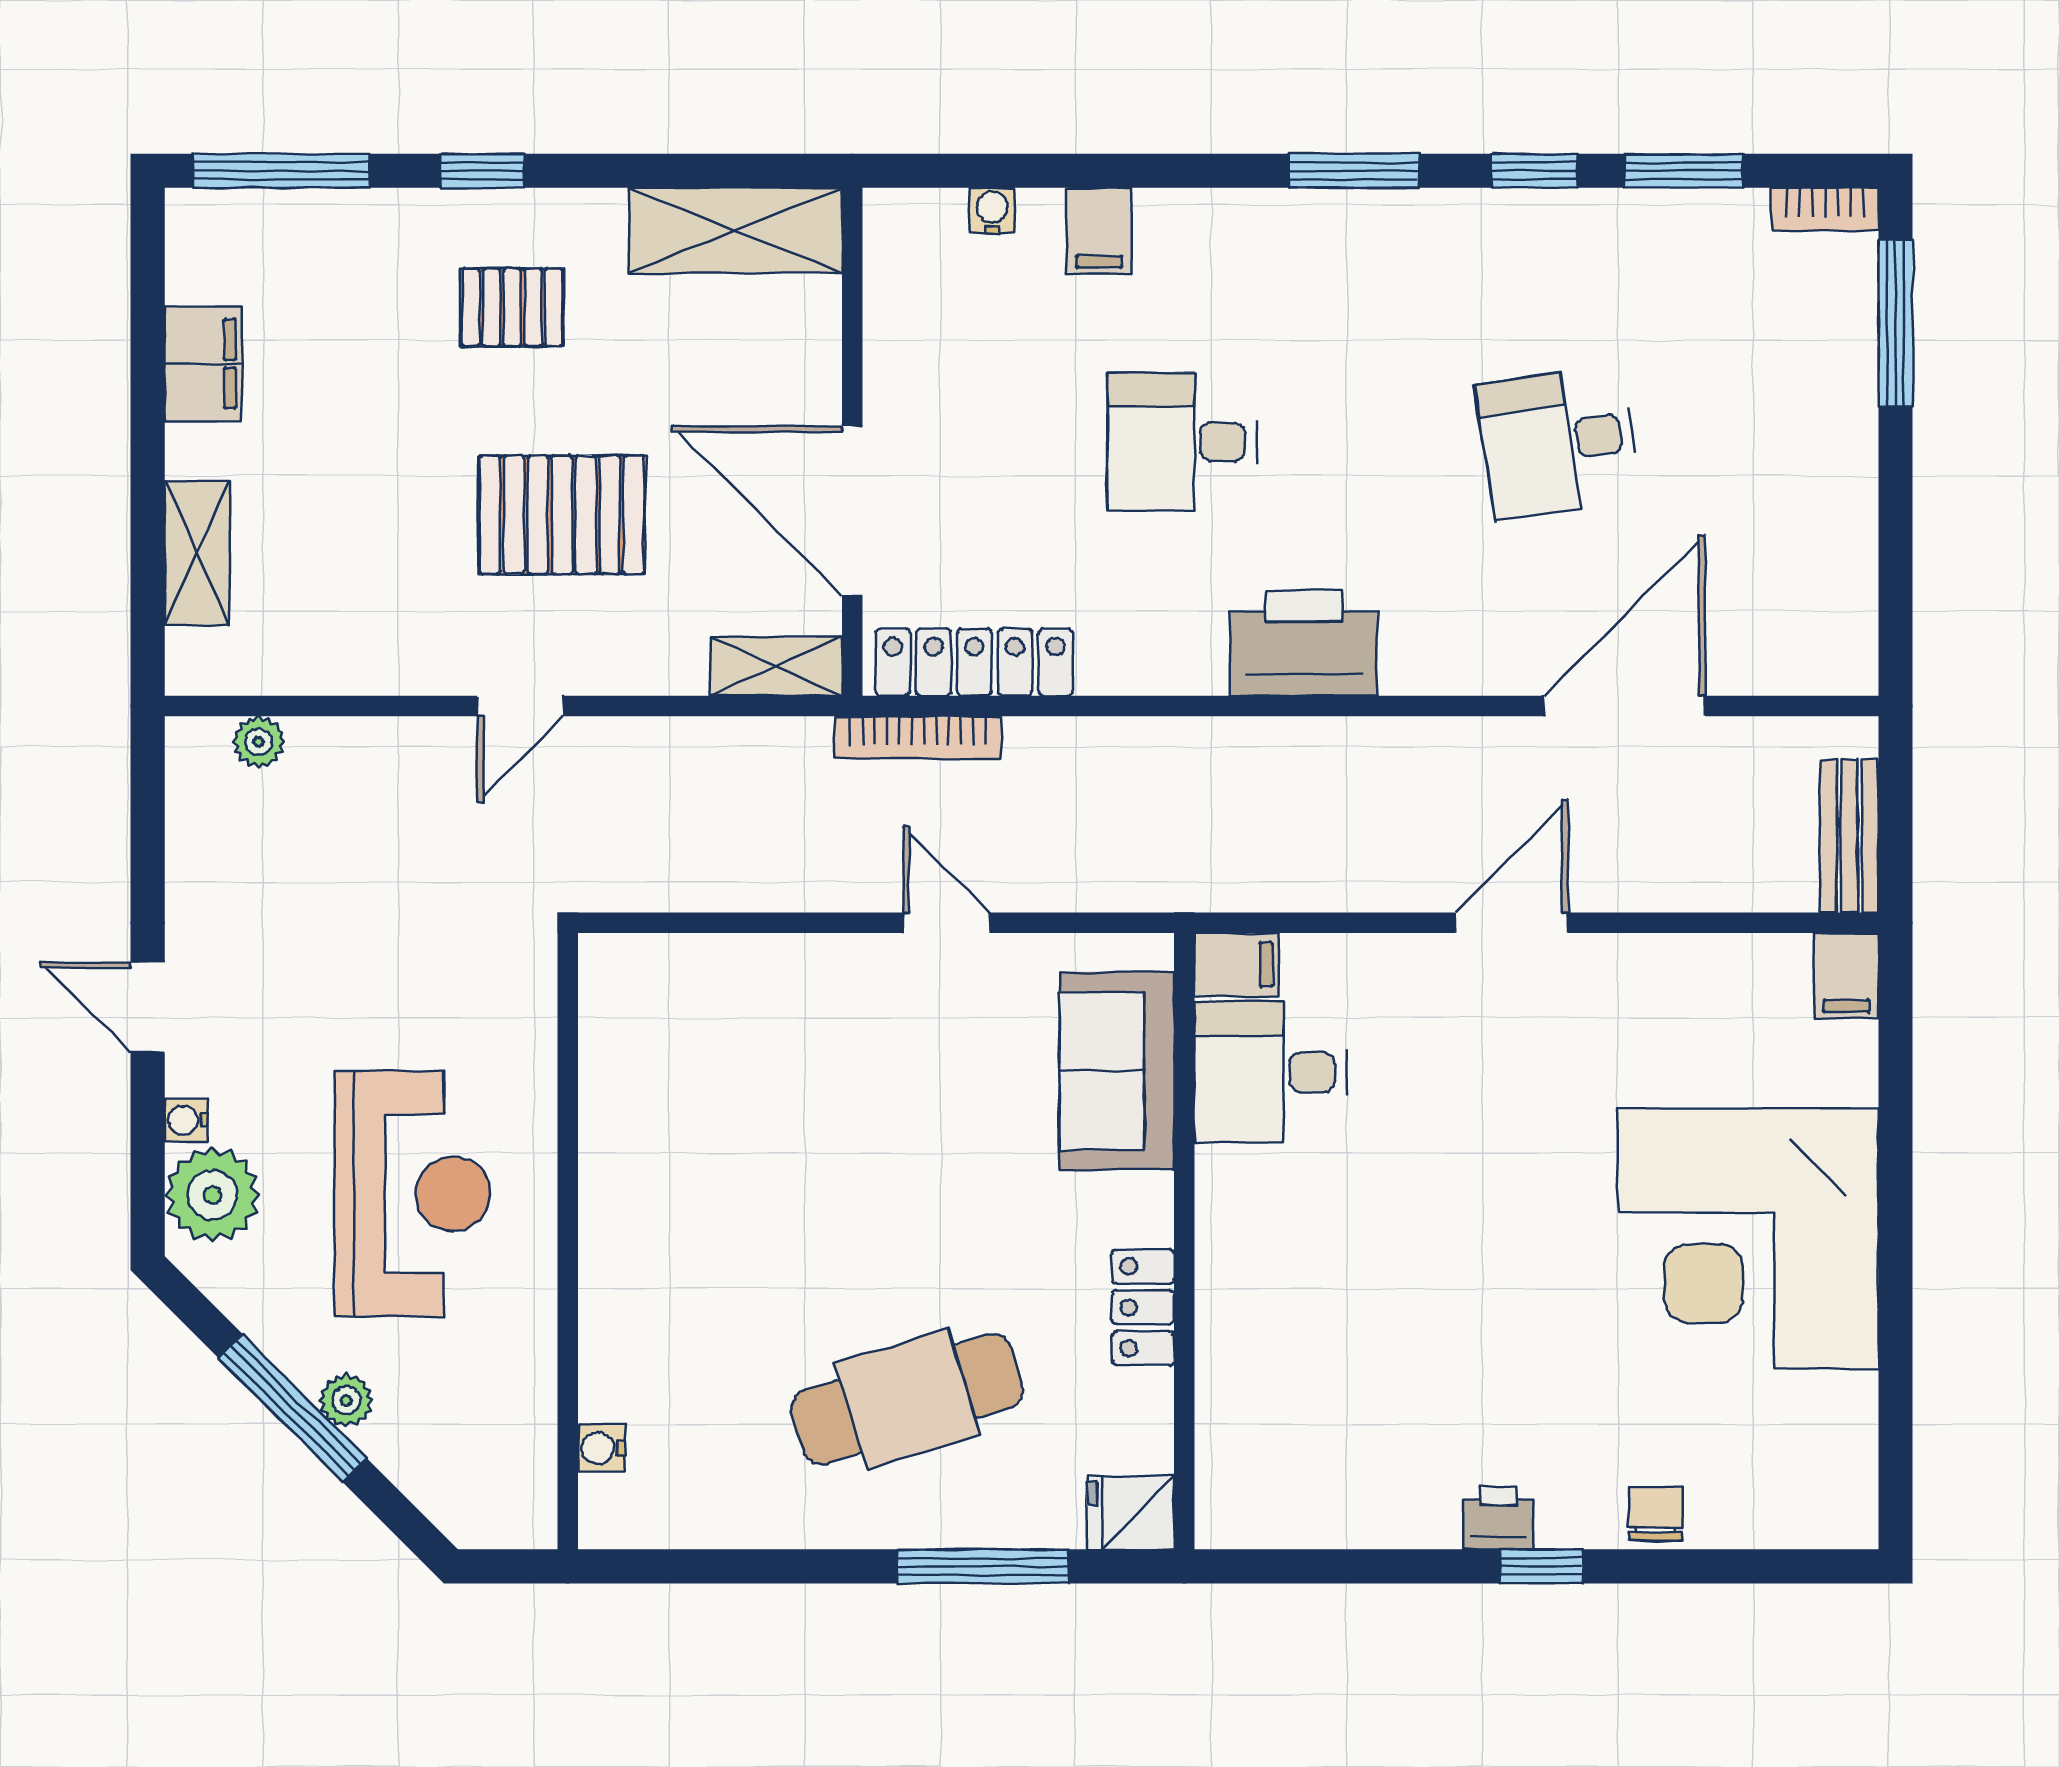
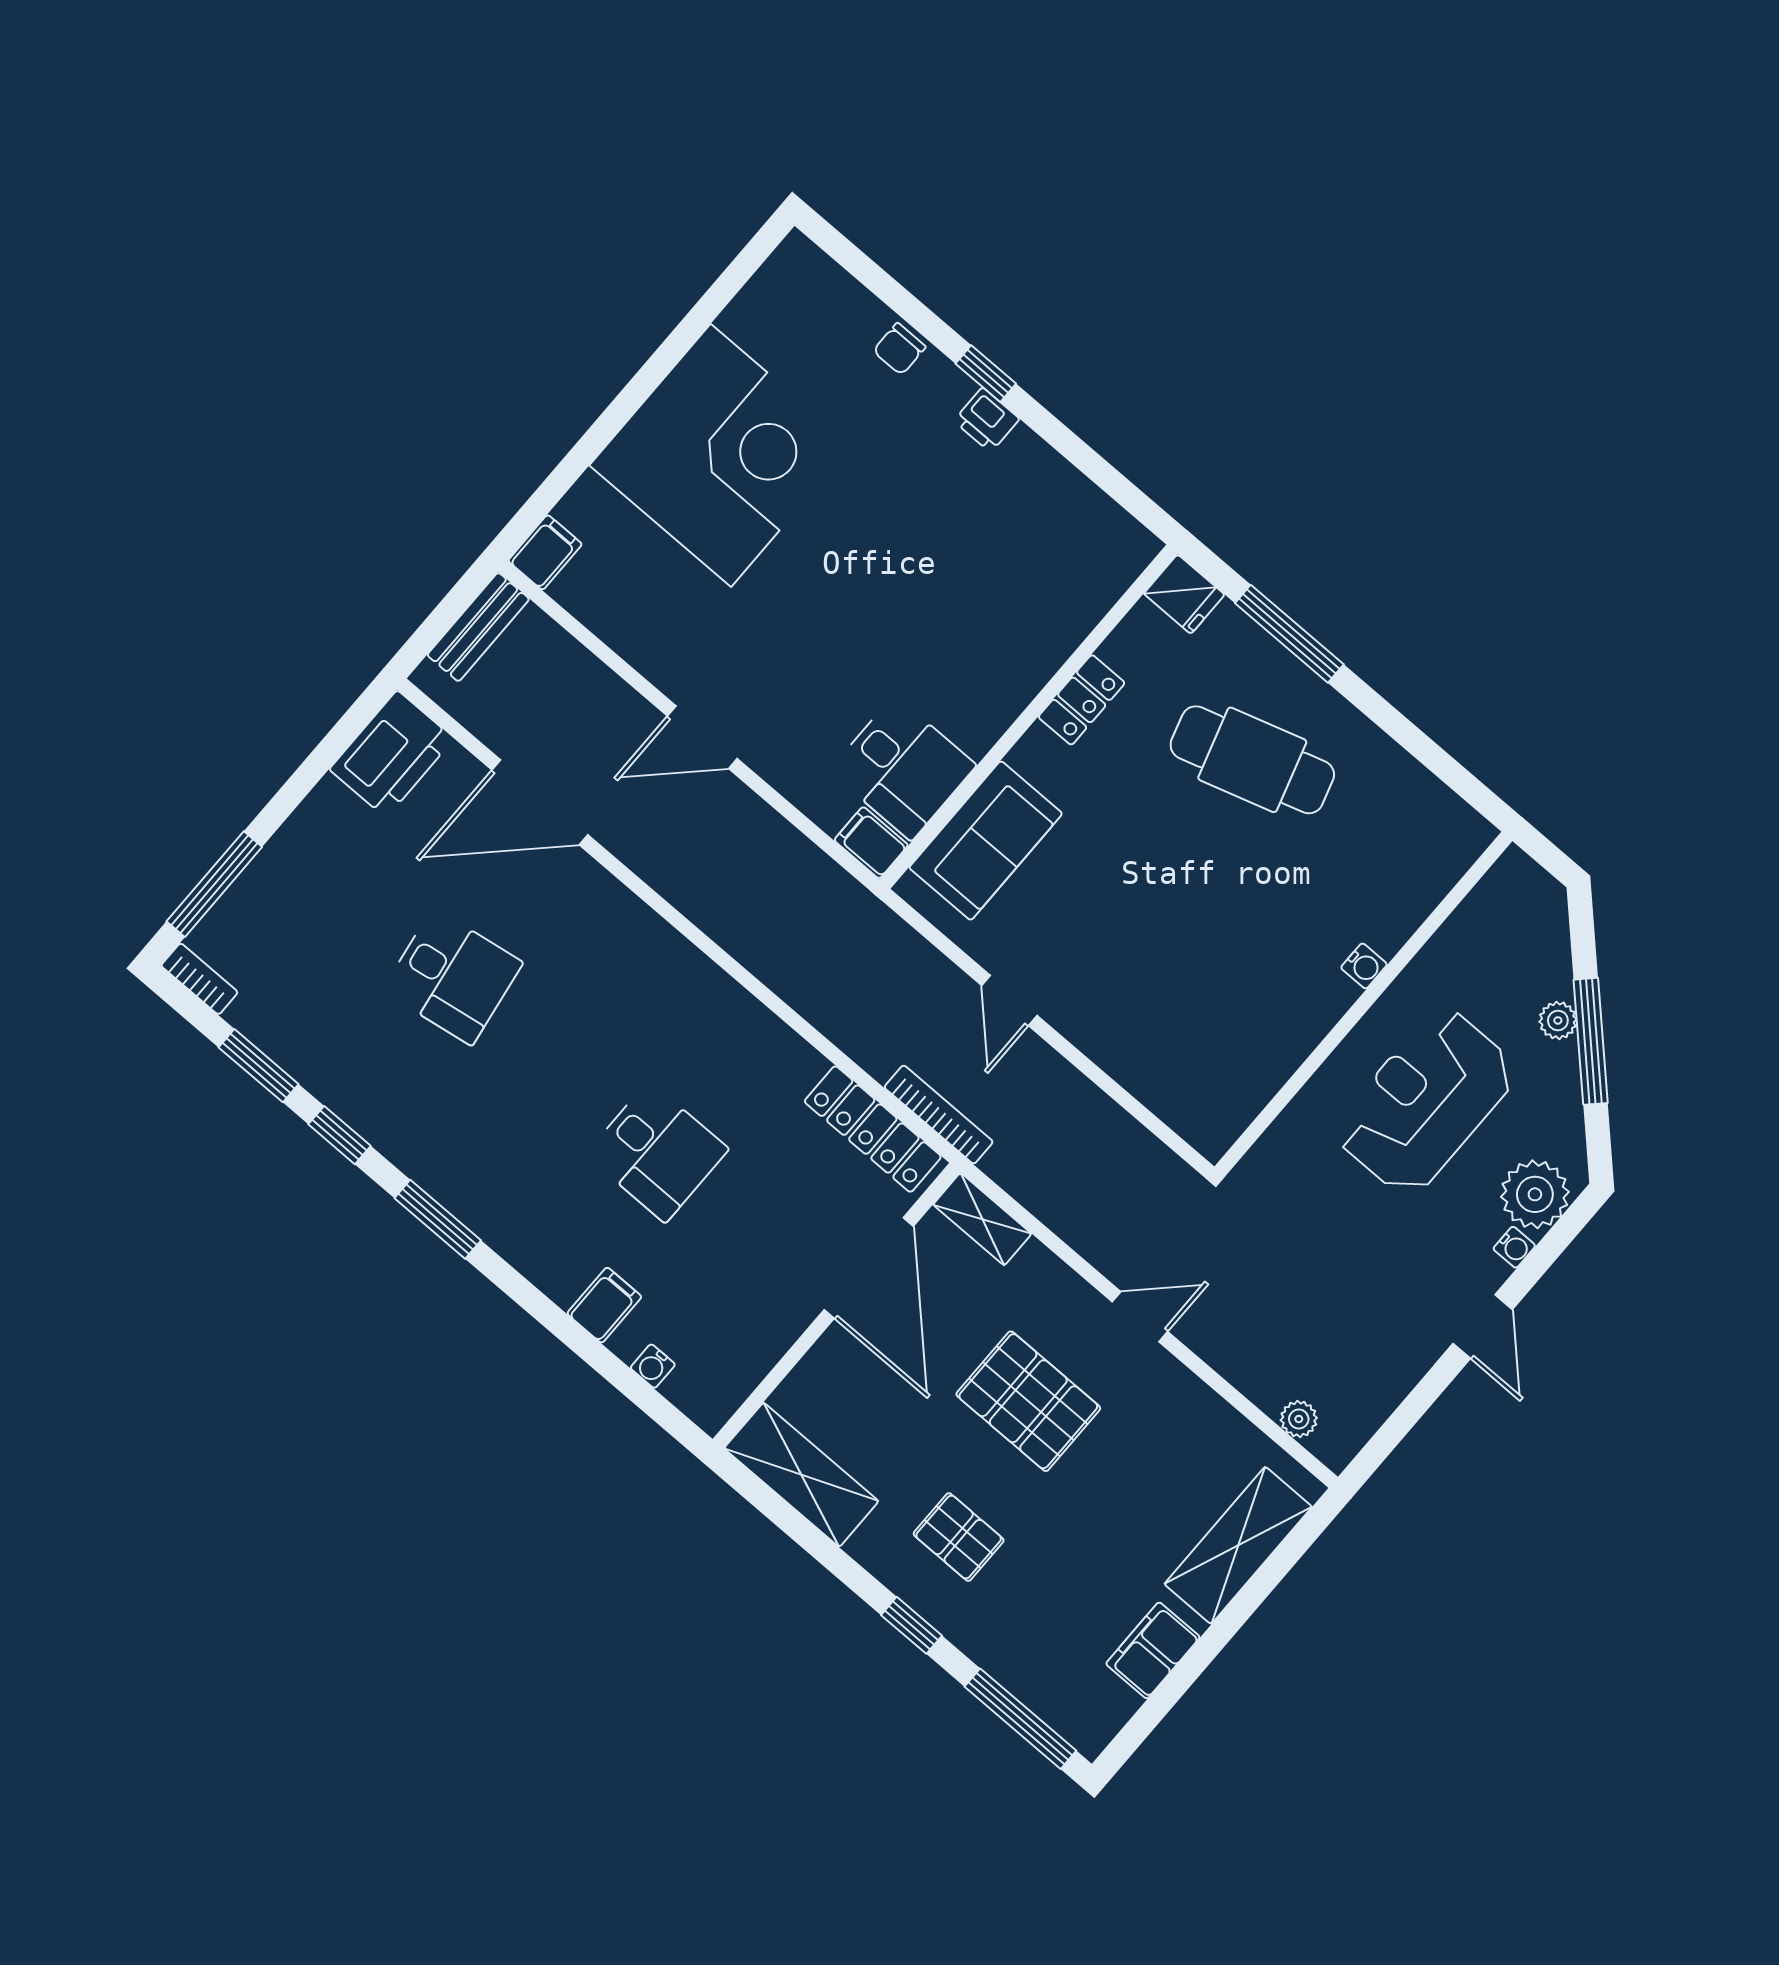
shelving: (197, 553) -> (1238, 1545), width x1.50, depth x1.33
printer: (1304, 643) -> (392, 754), moved, turned -90
water cooler: (601, 1448) -> (1364, 966), moved

